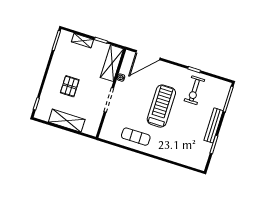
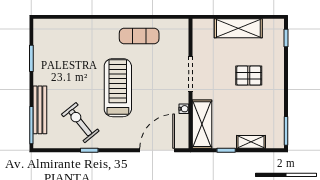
pallet: (70, 86) -> (249, 76), turned 90
exercise bike: (194, 90) -> (80, 123), turned -39
treadmill: (161, 106) -> (118, 88), turned 180
bench: (214, 125) -> (40, 110), moved

